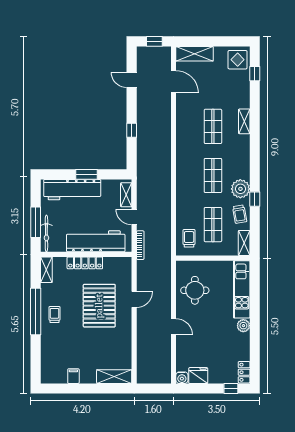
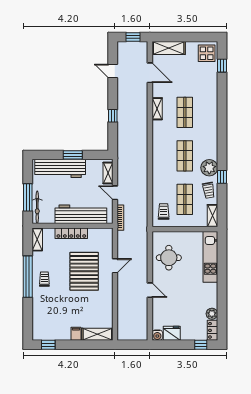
shelving: (244, 121) -> (157, 109), moved
plant: (243, 326) -> (212, 314), moved
filing cabinet: (73, 376) -> (76, 334), moved
window: (59, 389) -> (48, 345), added

